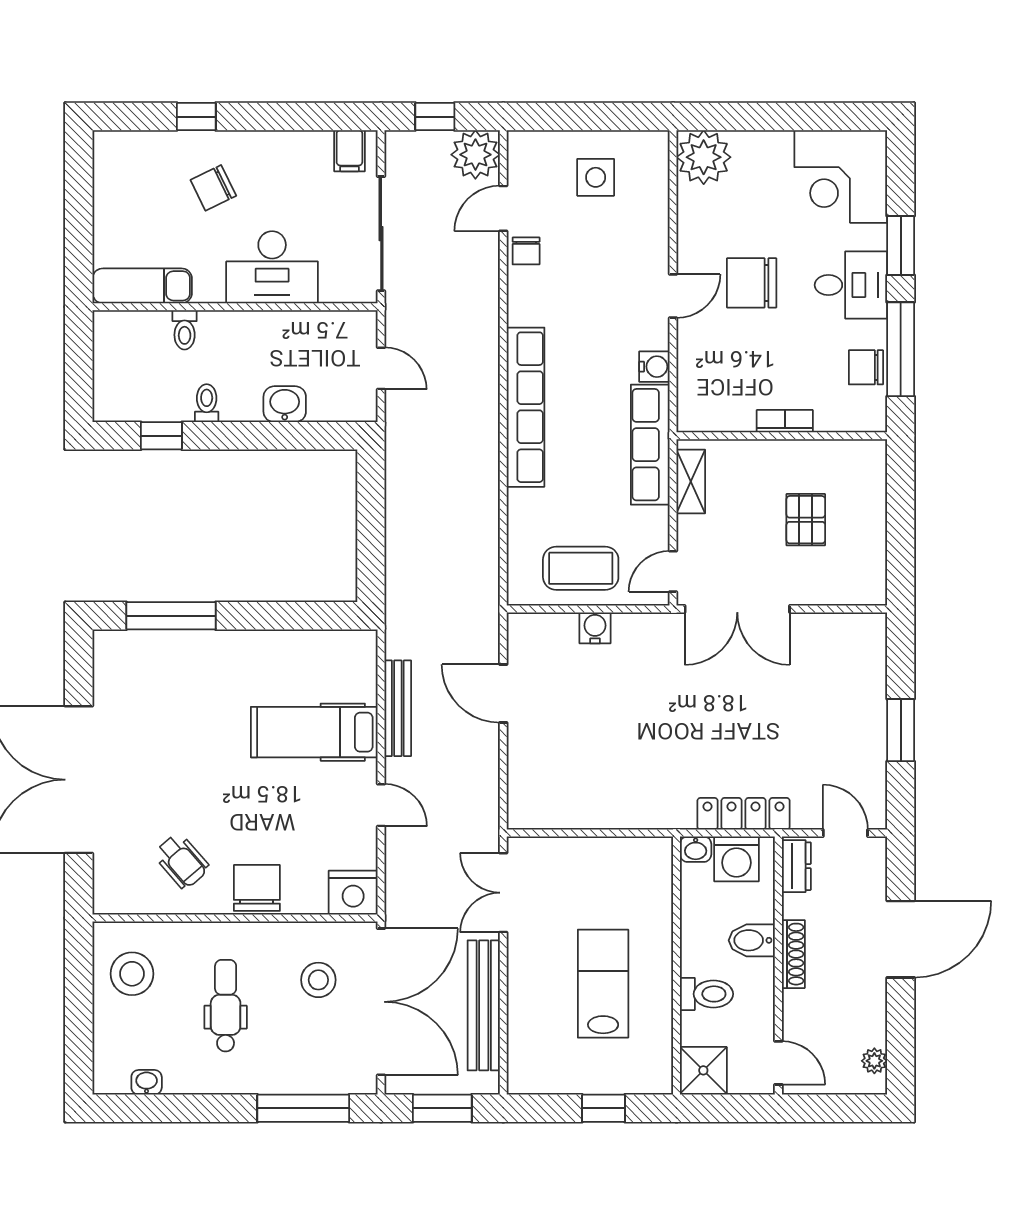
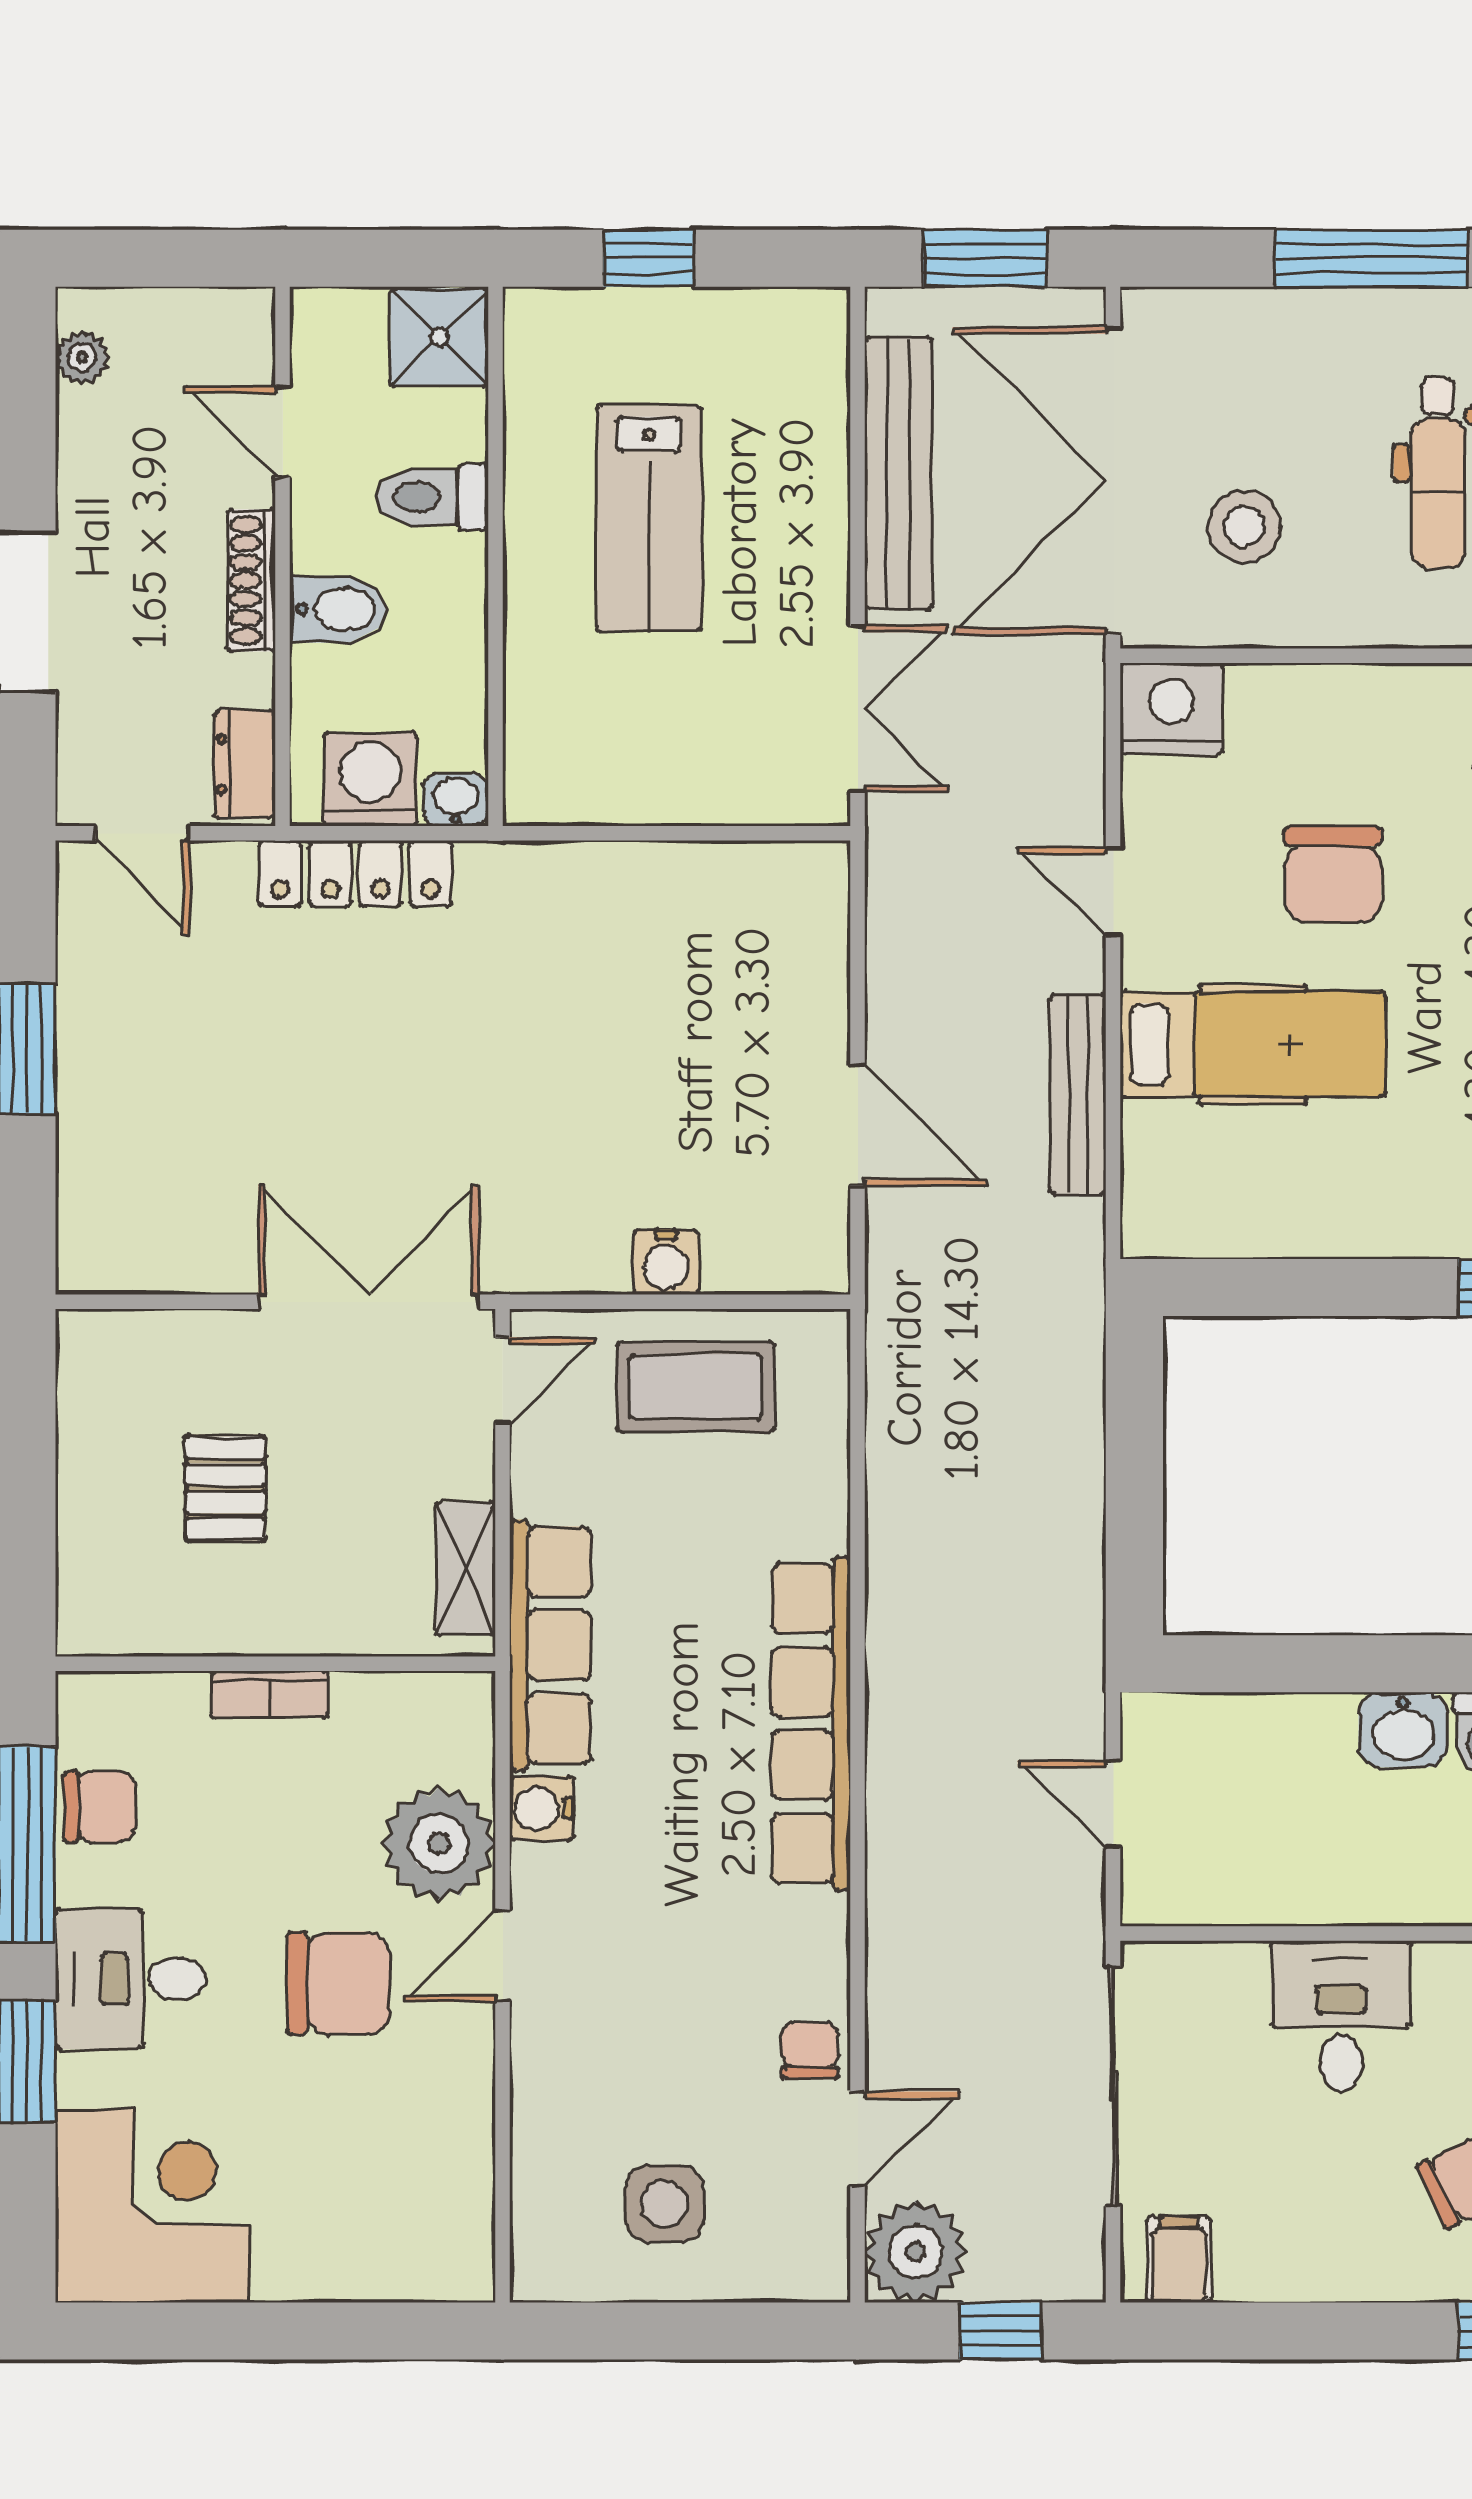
plant: (704, 157) -> (439, 1844), moved
desk: (272, 267) -> (1341, 2016), width x0.73
washbasin: (285, 404) -> (1403, 1730), moved
chair: (257, 888) -> (1333, 875), moved
door: (778, 1063) -> (283, 432), moved
window: (303, 1108) -> (1371, 258), moved

